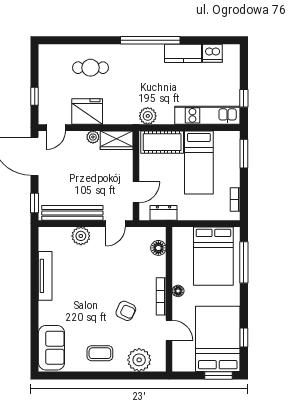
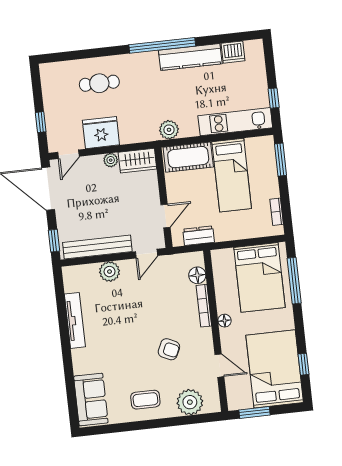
kitchen counter: (183, 53) -> (190, 57), width x1.50
bookcase: (161, 296) -> (204, 306), moved
window: (218, 375) -> (254, 412), moved

